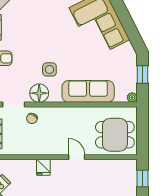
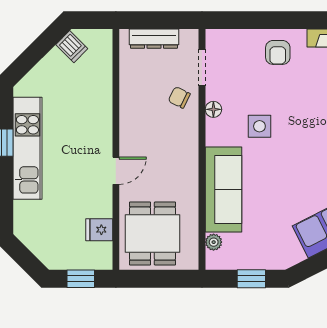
floor lamp: (39, 93) -> (213, 109), width x0.53, depth x0.53
plant: (132, 97) -> (214, 242), moved
fridge: (43, 167) -> (99, 230), moved

